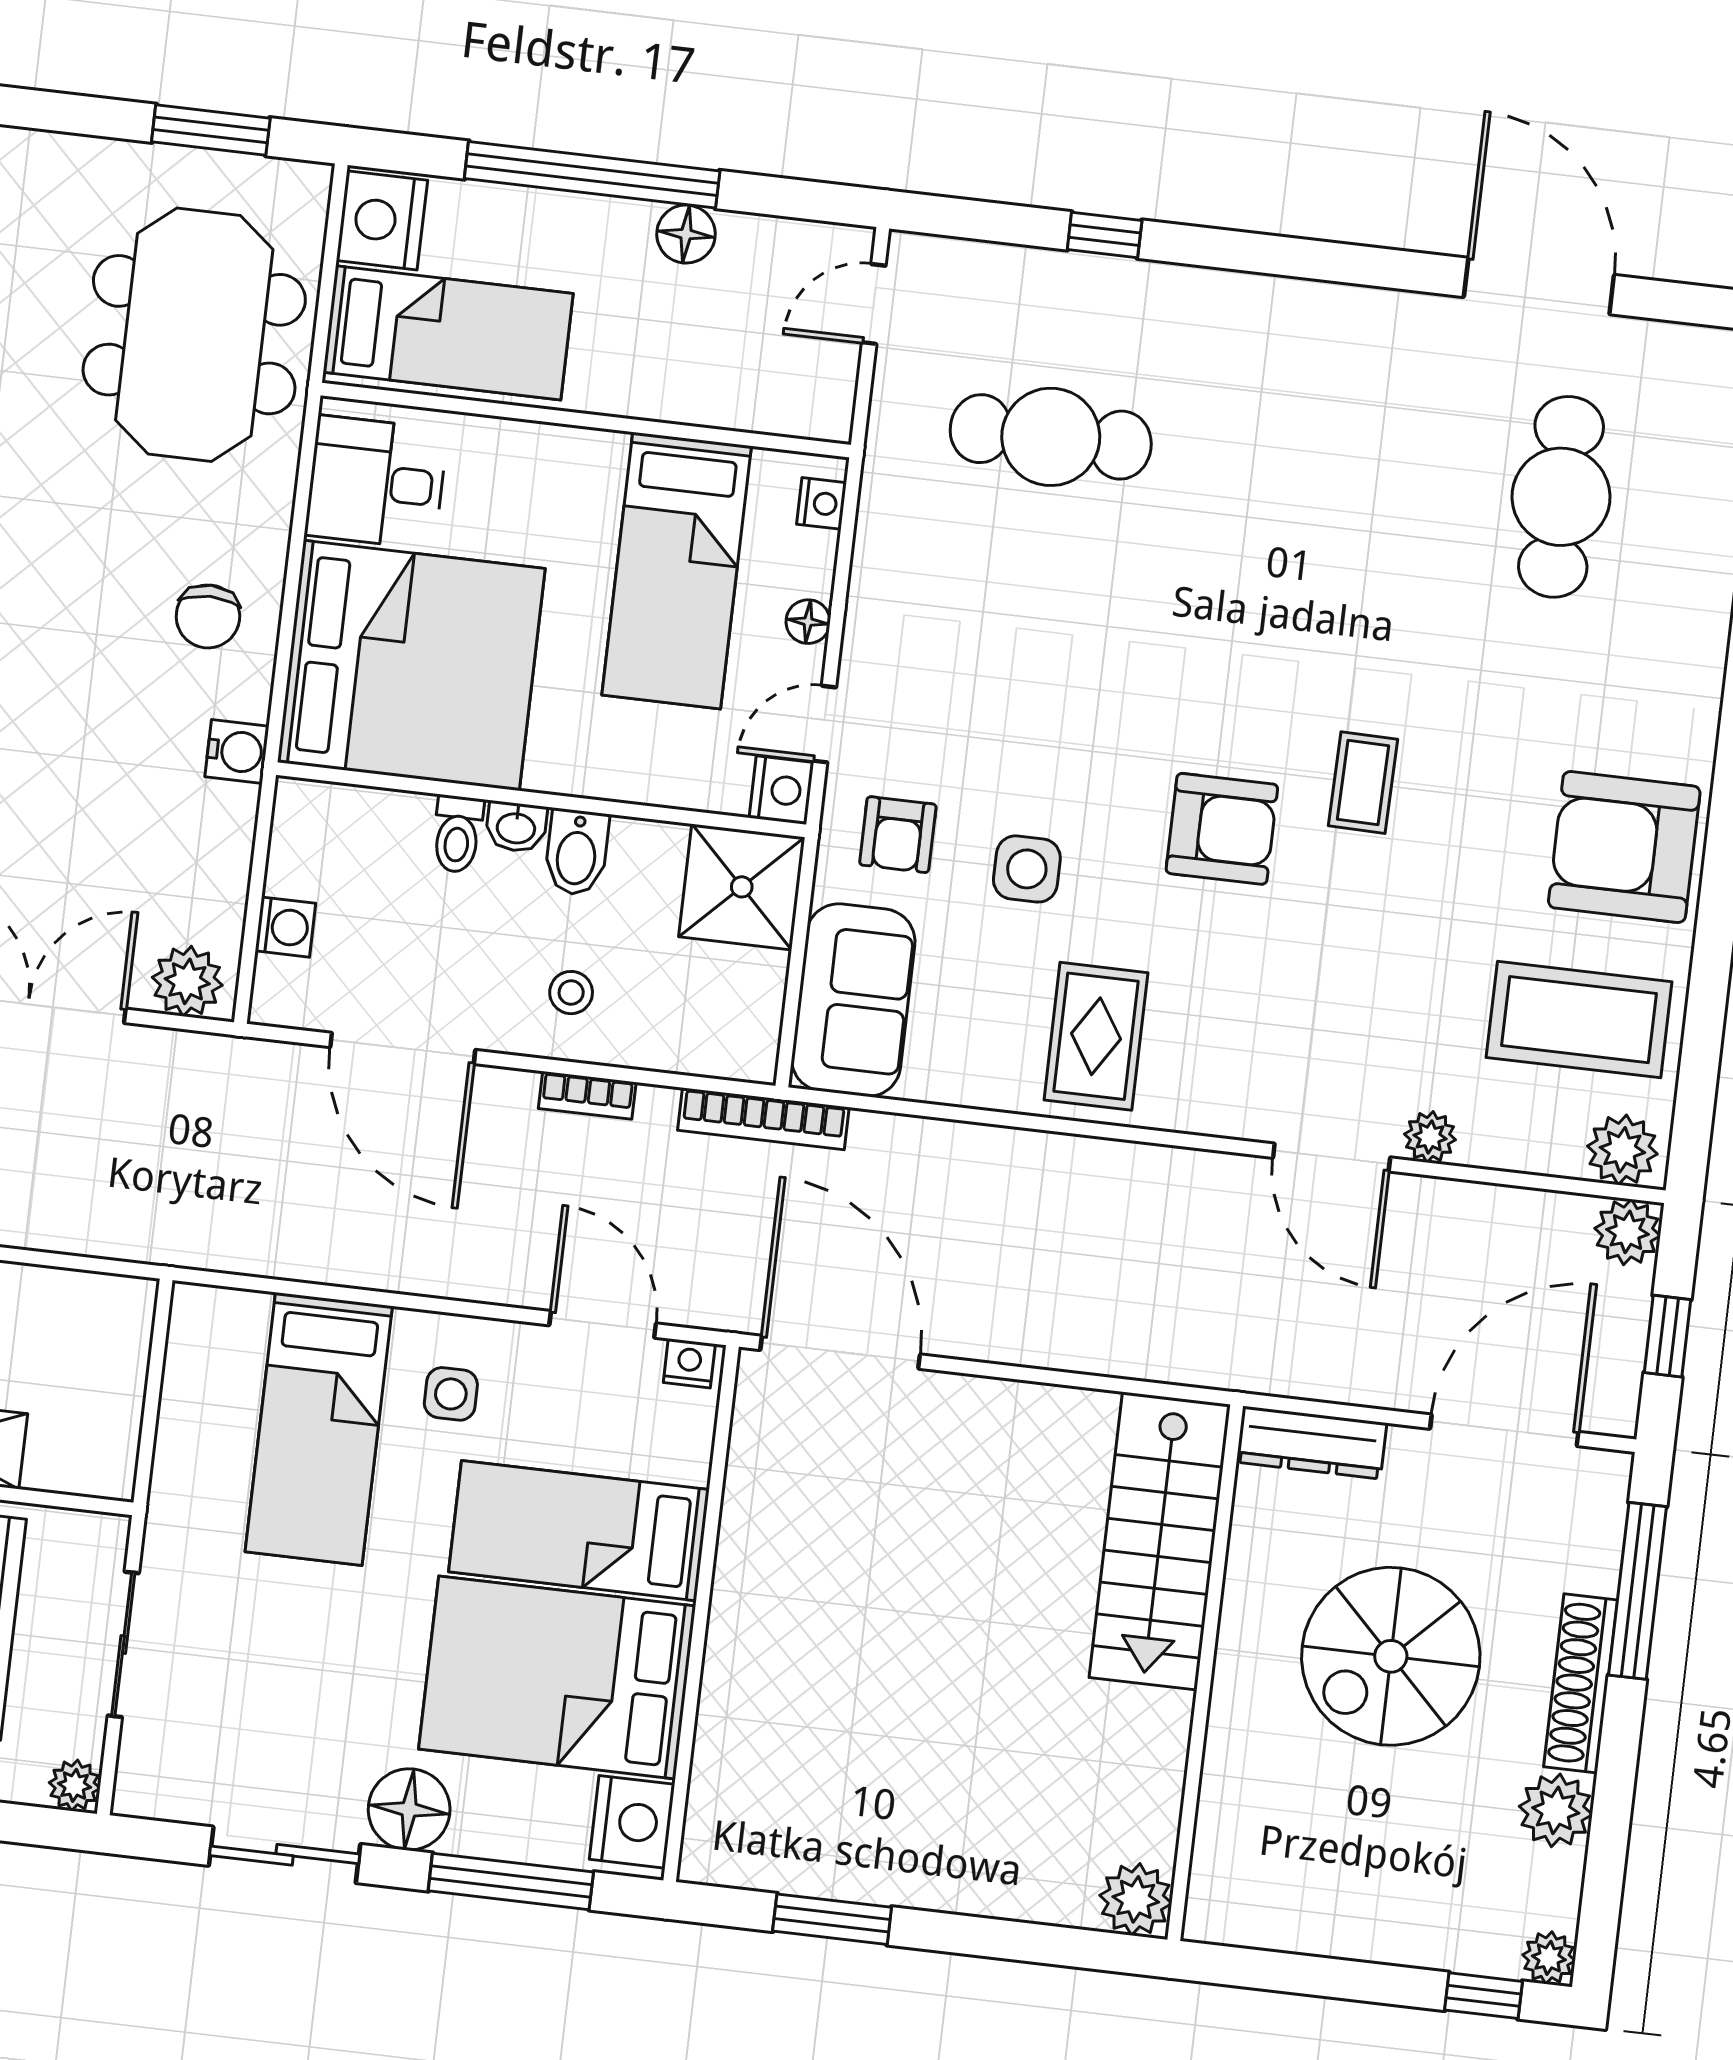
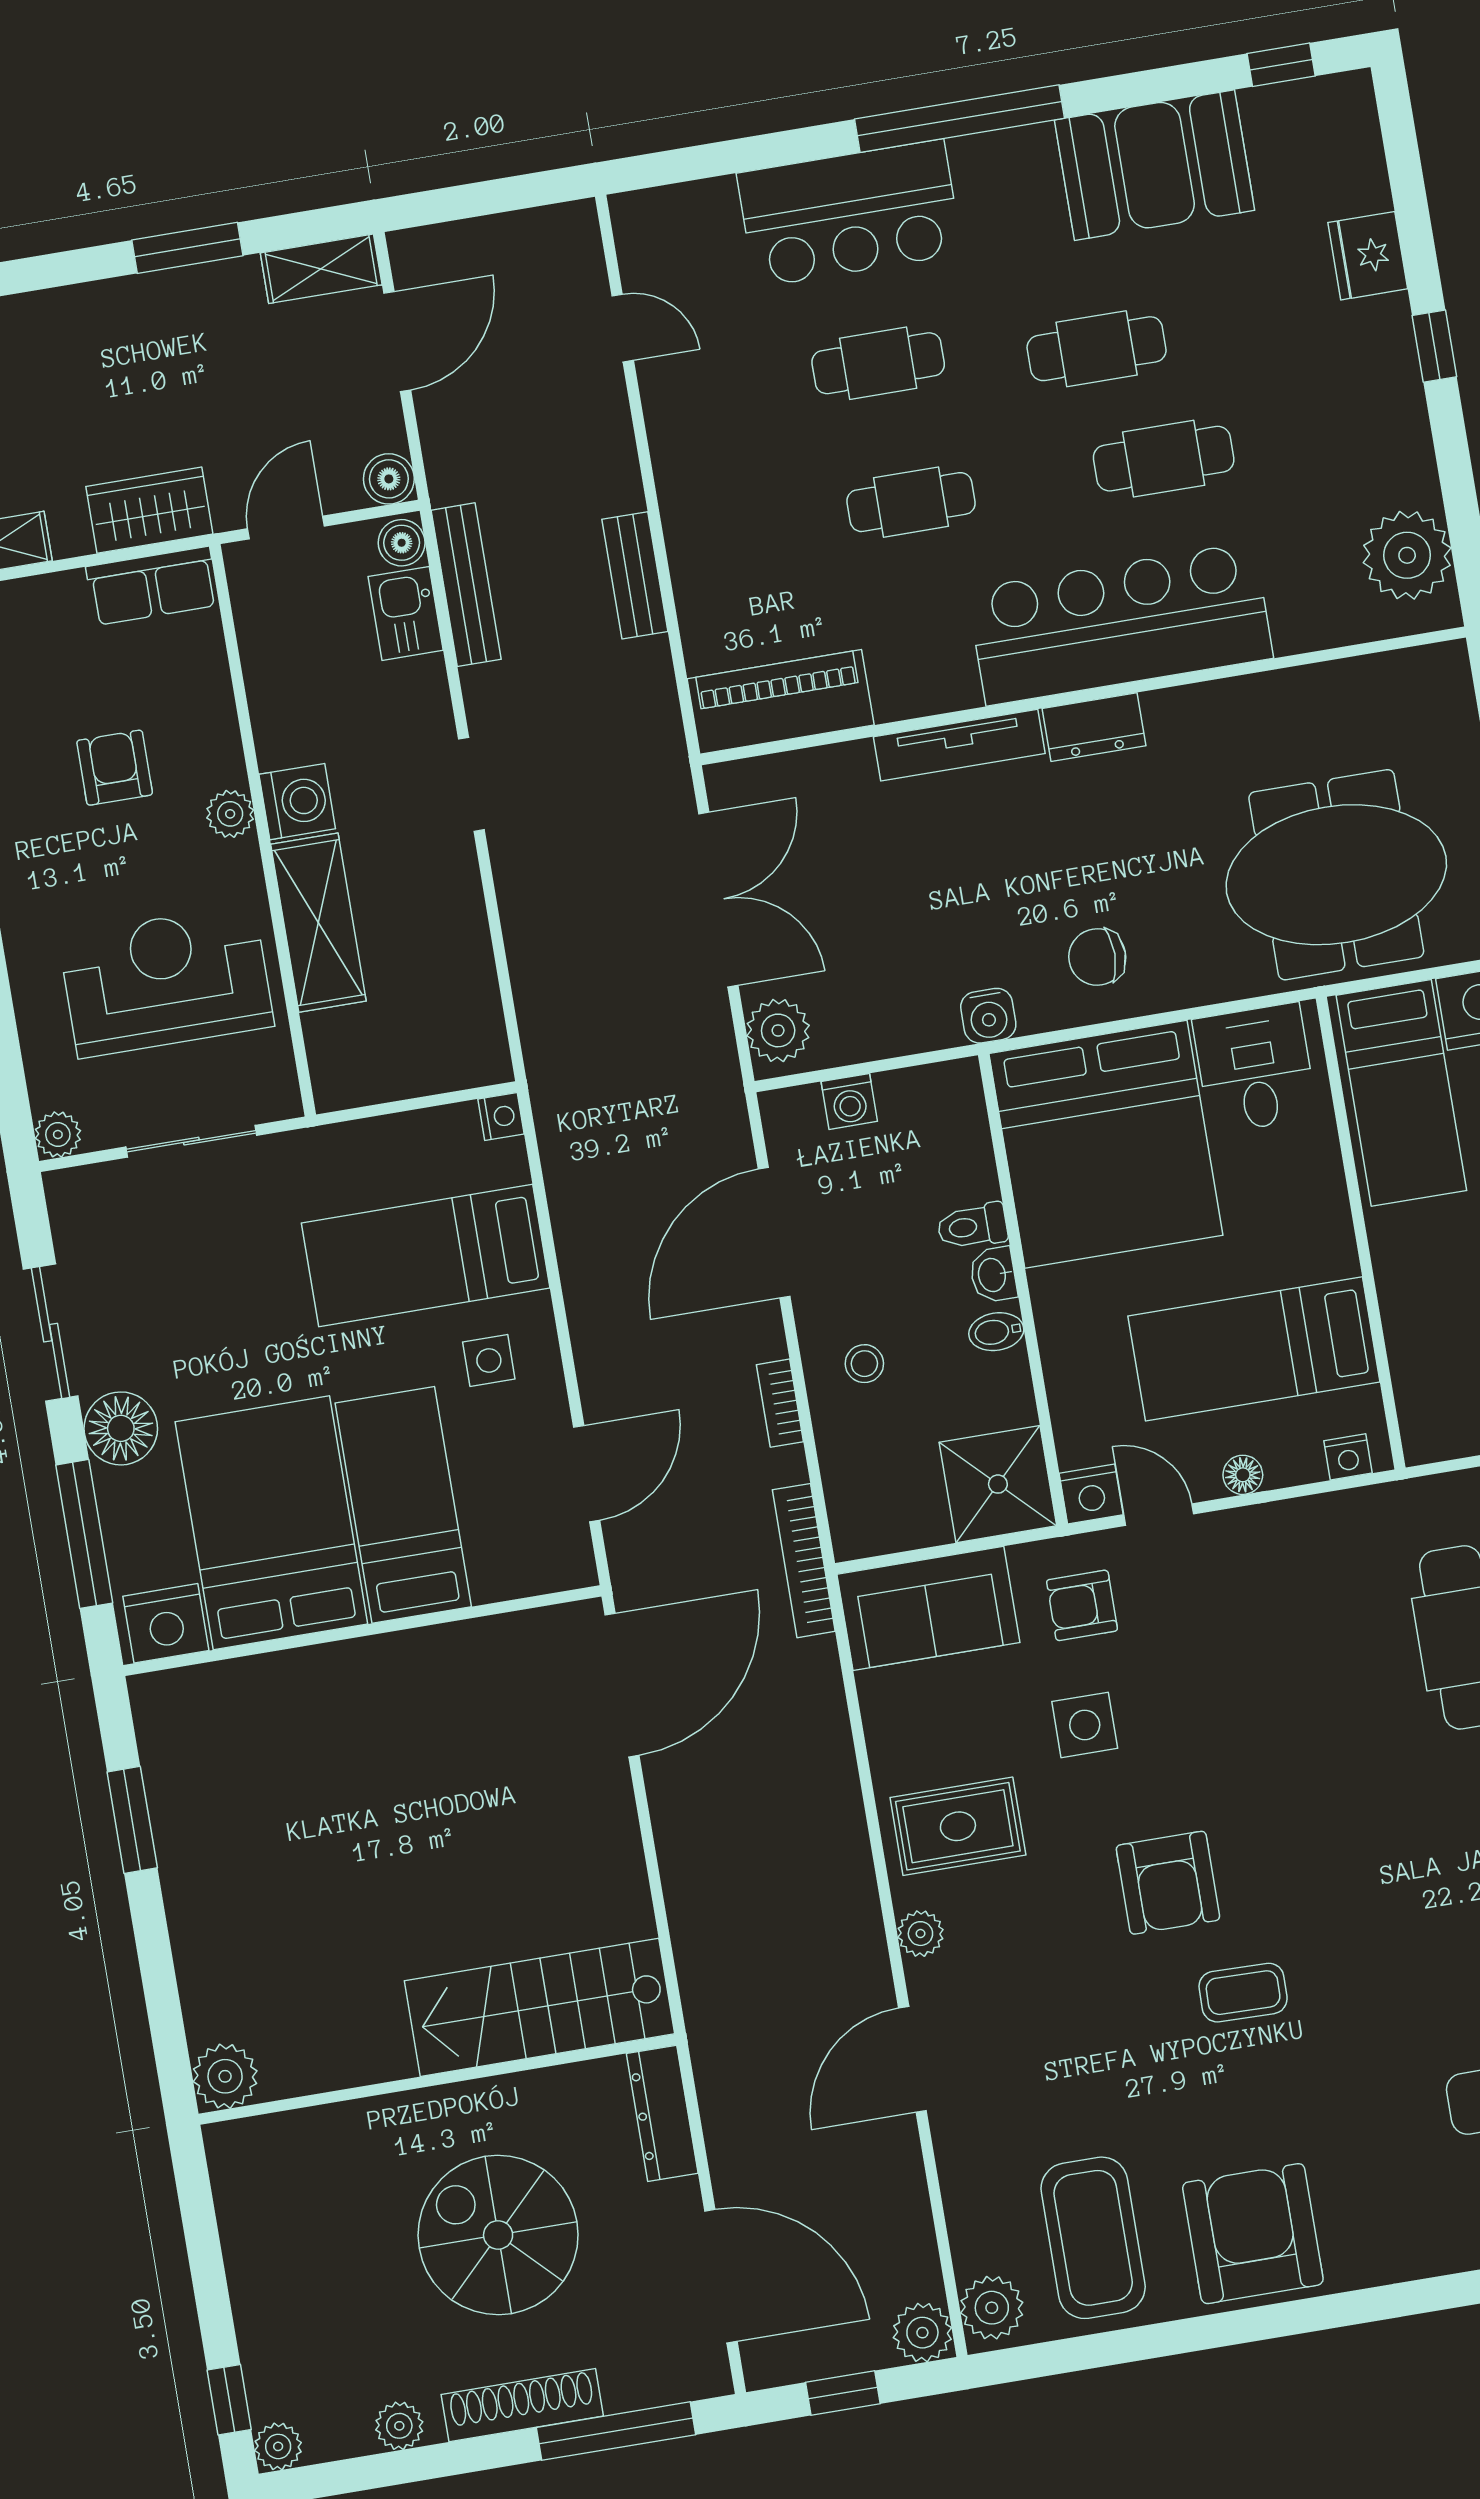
bidet: (577, 852) -> (996, 1332), width x0.72, depth x0.74
plant: (1430, 1137) -> (920, 1934), moved
nightstand: (689, 1363) -> (501, 1116), moved
plant: (1556, 1810) -> (399, 2426), width x0.73, depth x0.73

